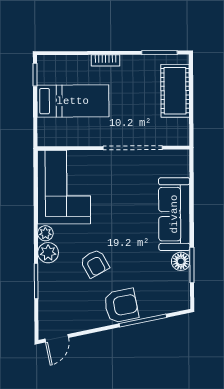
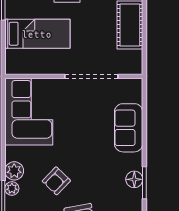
sofa: (174, 214) -> (129, 128), width x0.73
plant: (45, 233) -> (12, 188), moved
armchair: (95, 263) -> (56, 181), turned 73

